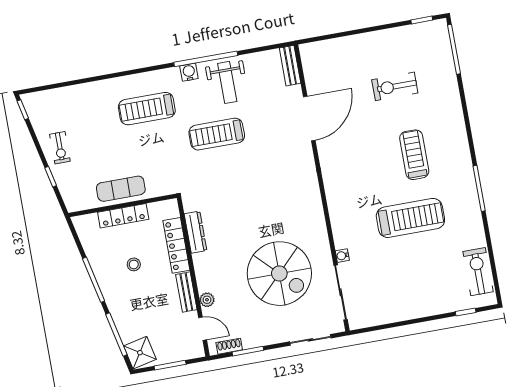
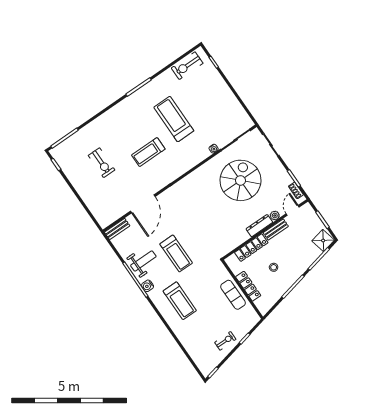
door: (309, 119) -> (143, 204), swing flipped
treadmill: (414, 155) -> (148, 152), moved
dresser: (196, 232) -> (259, 226), moved

